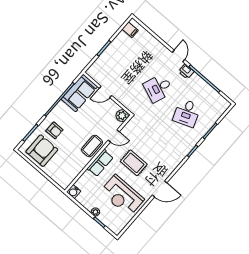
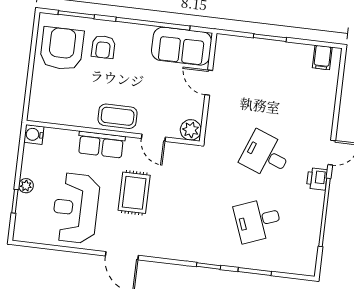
armchair: (42, 151) -> (62, 49), turned -90

